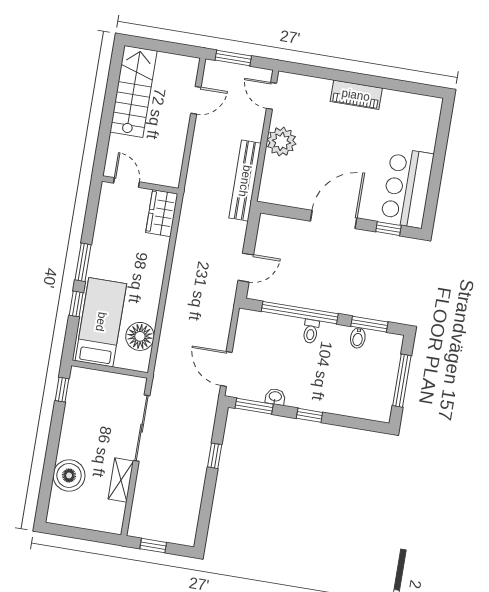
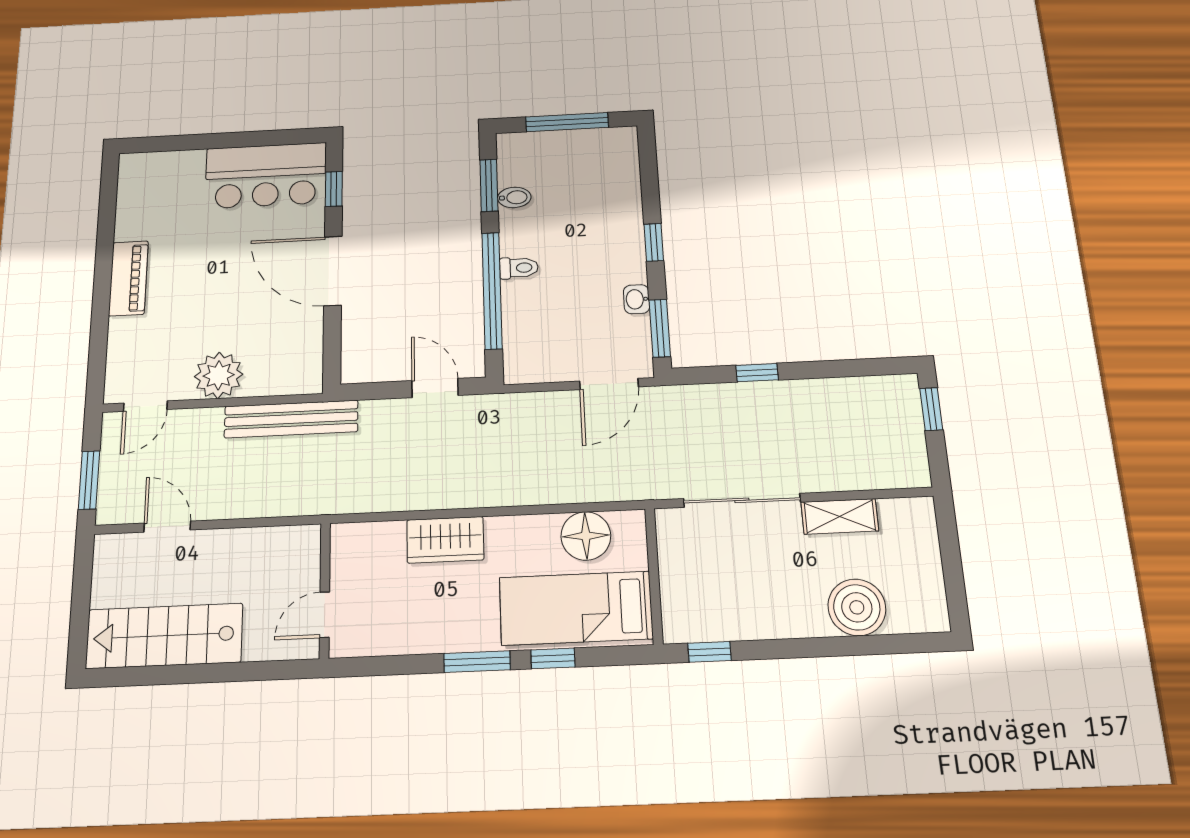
wardrobe: (162, 213) -> (445, 540), moved
window: (153, 546) -> (931, 409), moved

